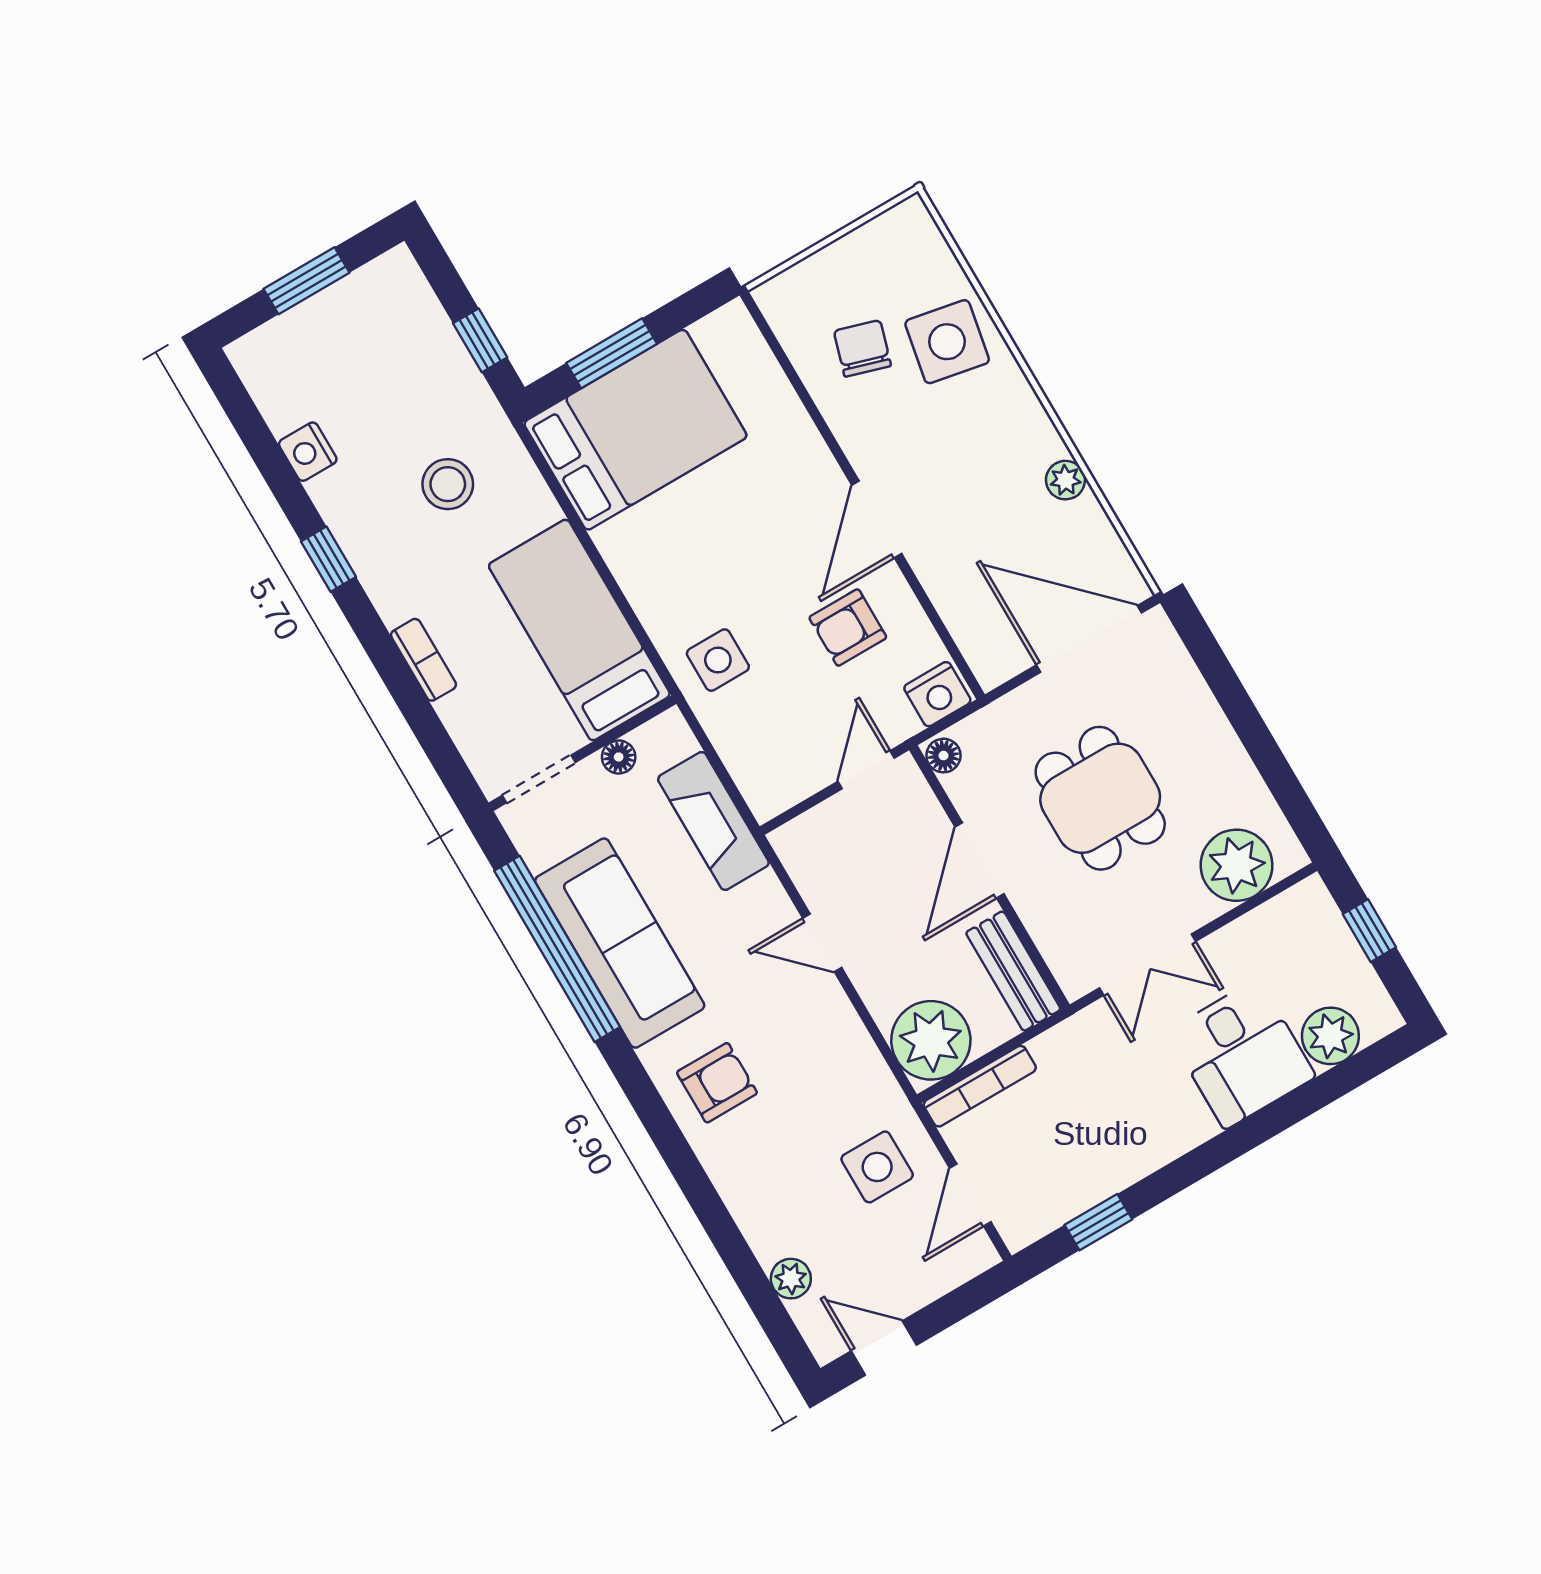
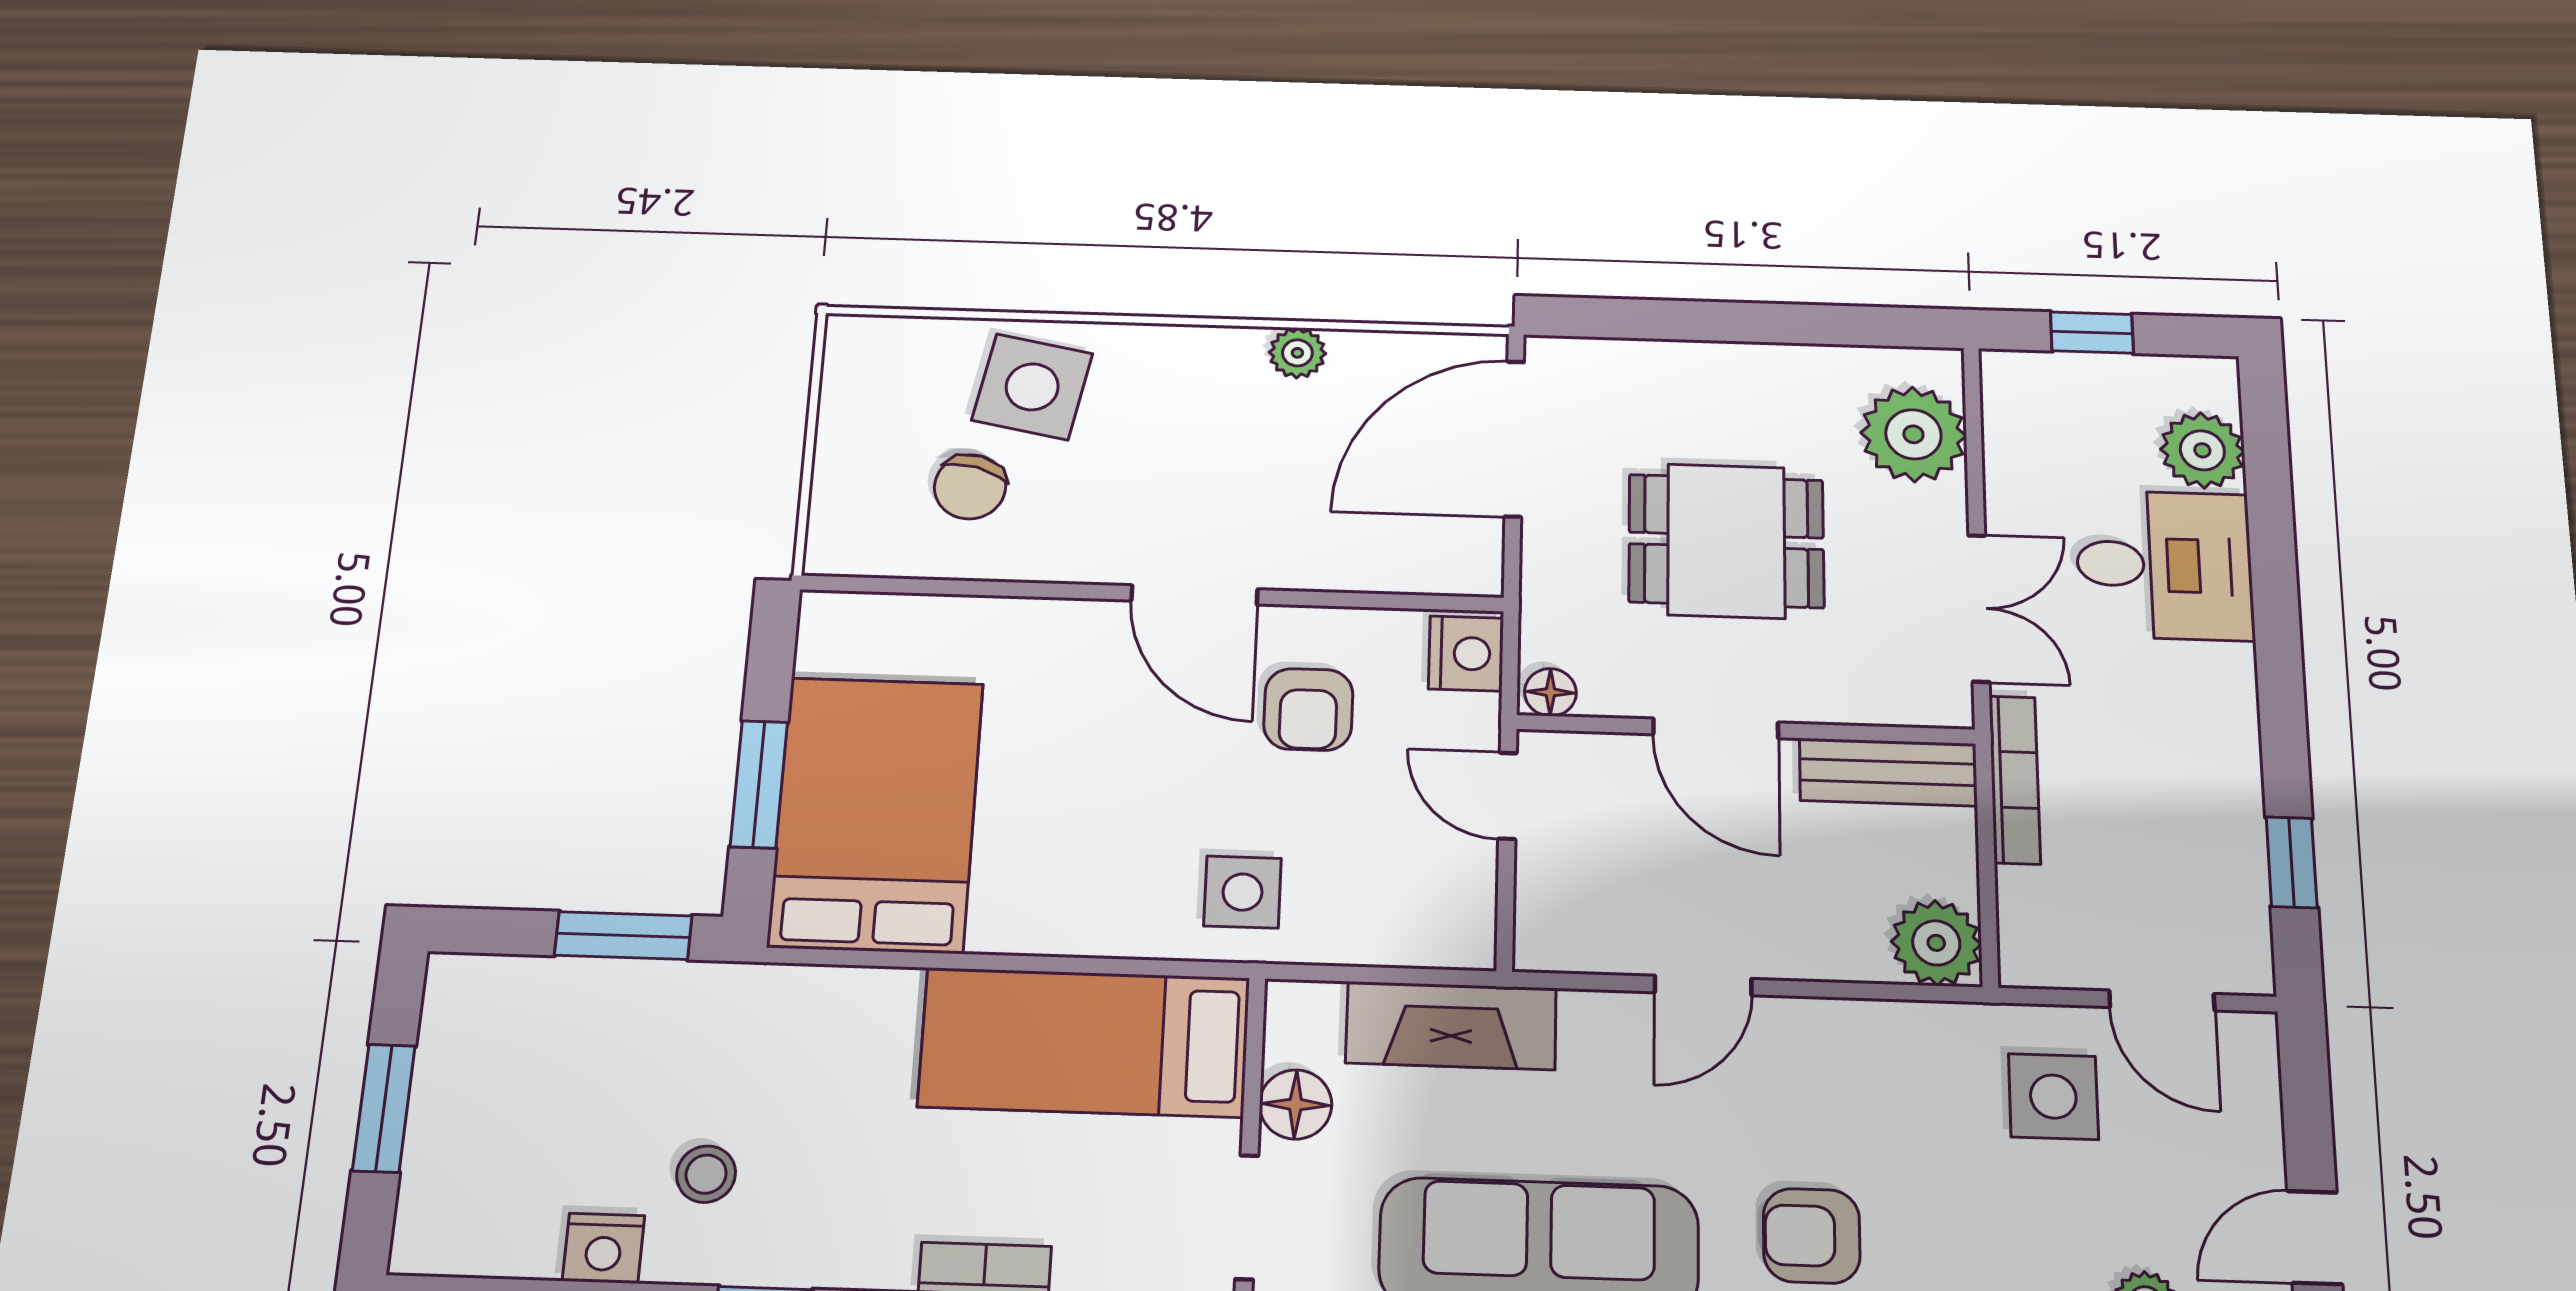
window: (480, 340) -> (623, 936), width x1.50
chair: (862, 348) -> (970, 487), turned -92
stool: (448, 484) -> (706, 1174), moved, width x0.73, depth x0.73
floor lamp: (619, 757) -> (1296, 1104), width x1.37, depth x1.37
plant: (931, 1040) -> (1936, 943), width x0.73, depth x0.73
armchair: (717, 1083) -> (1812, 1236), turned -90
bookcase: (980, 1086) -> (2015, 780), moved

